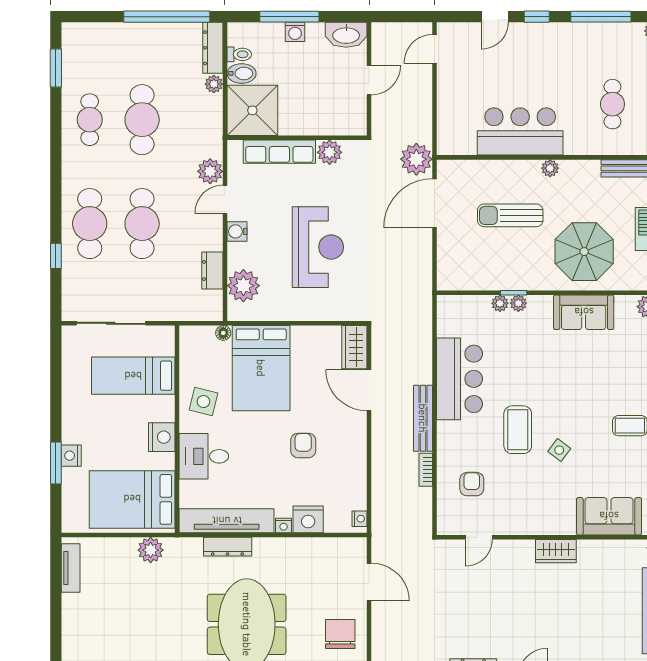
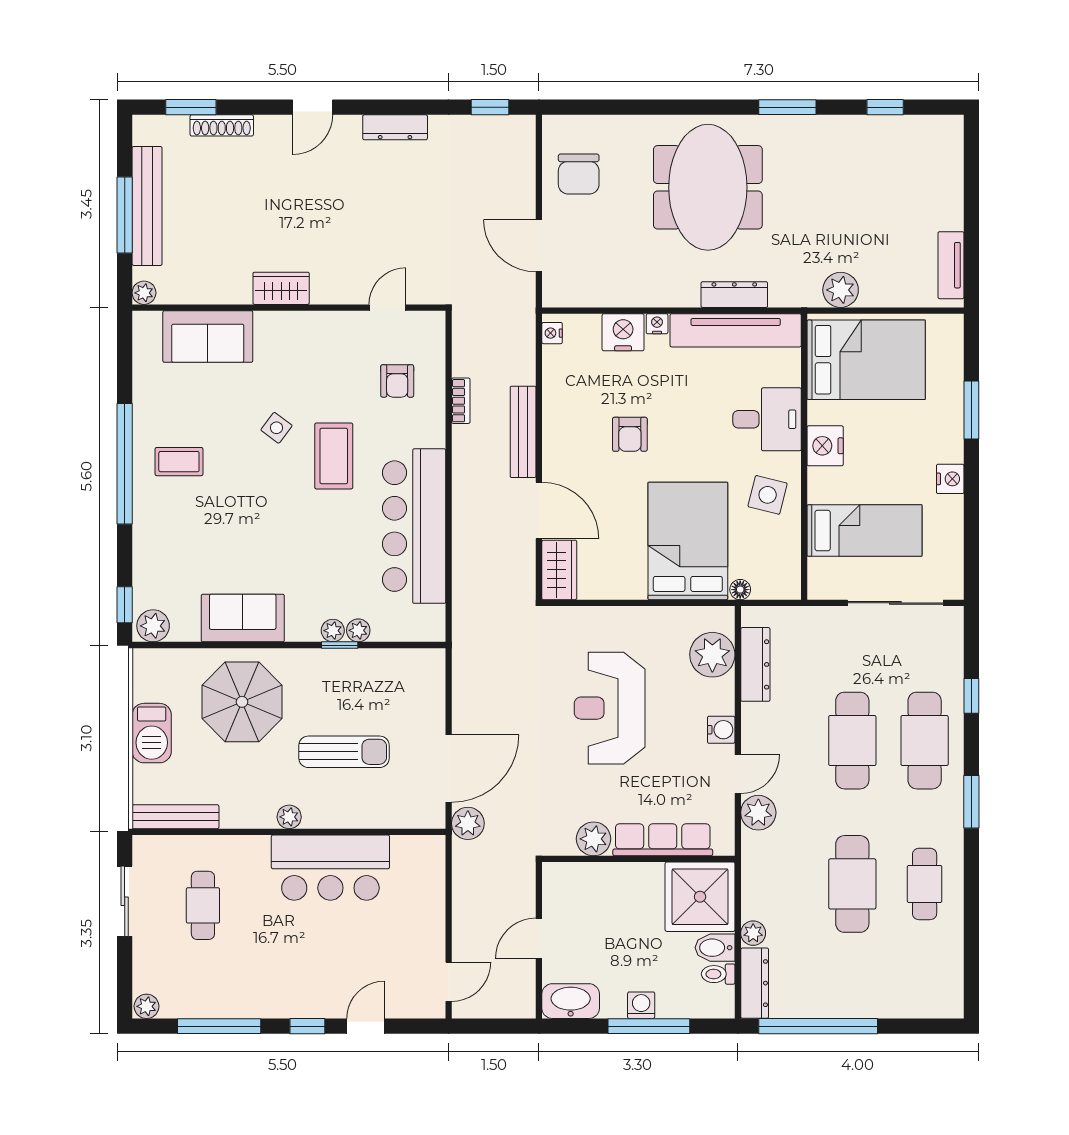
window: (56, 68) -> (971, 802), moved
plant: (416, 159) -> (468, 823), width x0.73, depth x0.73
dresser: (212, 270) -> (755, 664), width x1.44
bar counter: (460, 379) -> (414, 526), width x1.36
bench: (423, 418) -> (523, 432), moved
nightstand: (71, 456) -> (950, 479), moved

